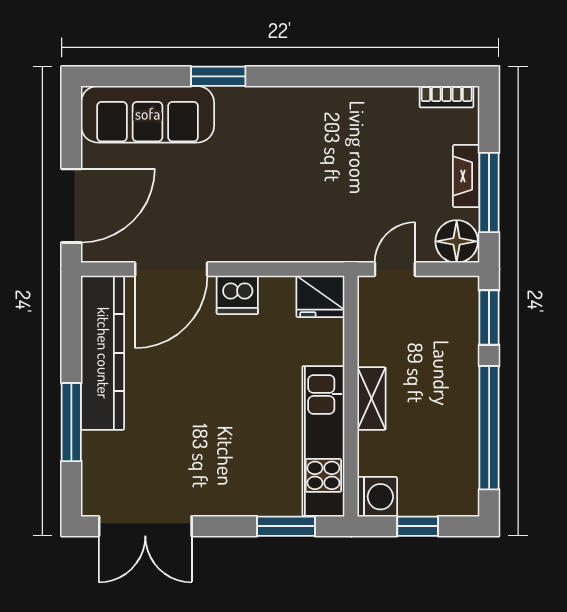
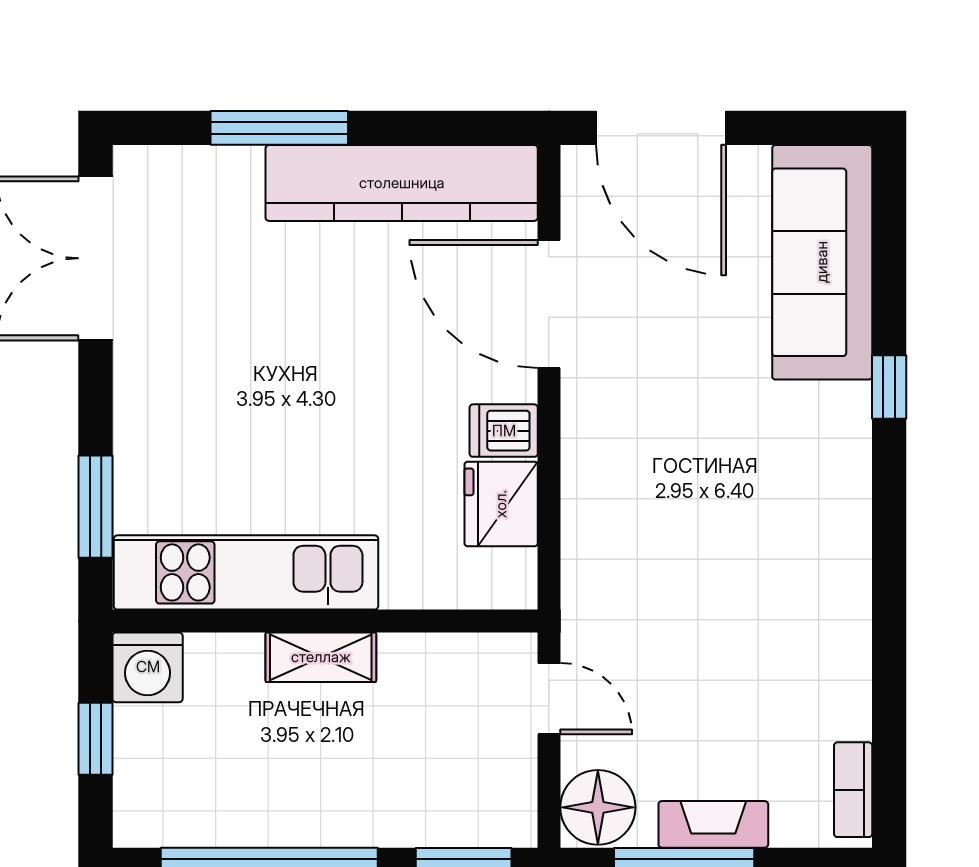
window: (218, 76) -> (889, 387), width x0.67
dishwasher: (237, 295) -> (504, 431), width x0.73
fridge: (320, 296) -> (501, 504), moved

